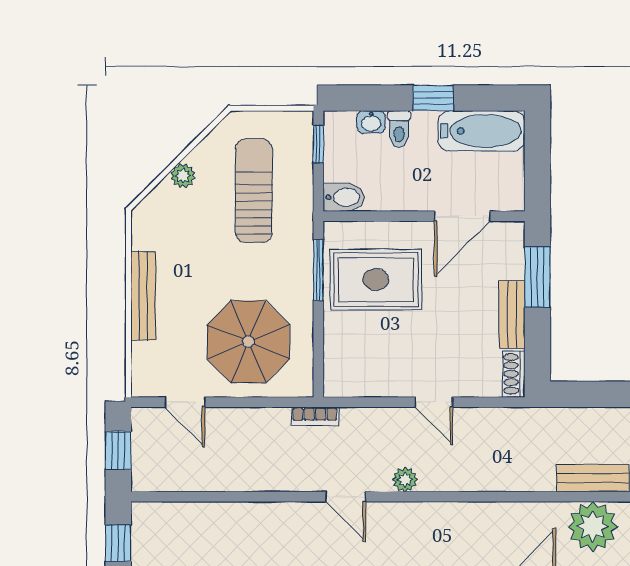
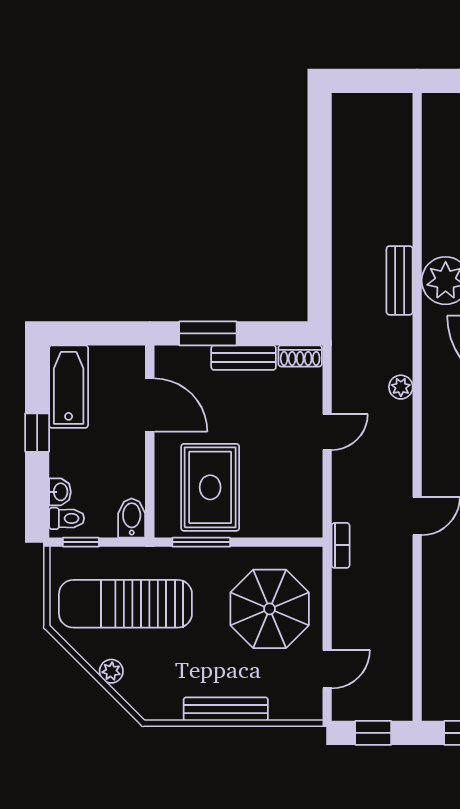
toilet: (399, 129) -> (67, 518), moved
sun lounger: (254, 191) -> (125, 604), width x1.36, depth x1.34
plant: (405, 480) -> (401, 387), moved

